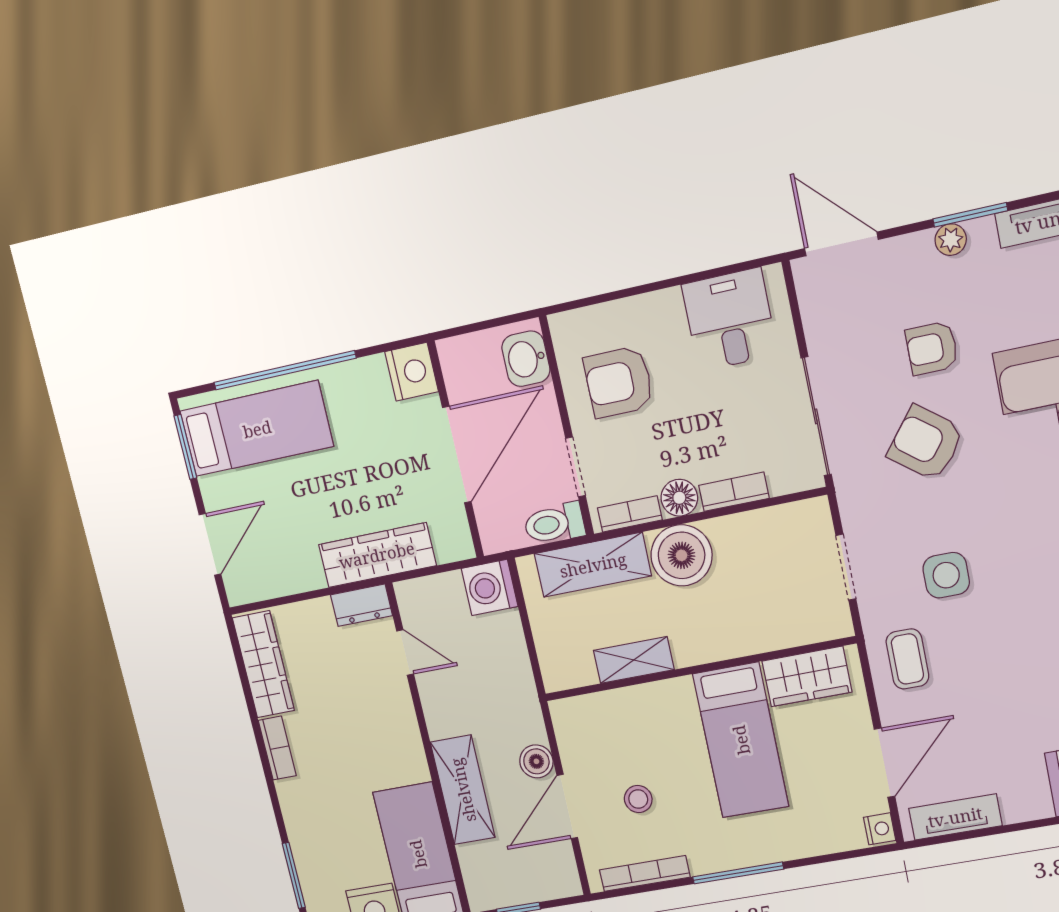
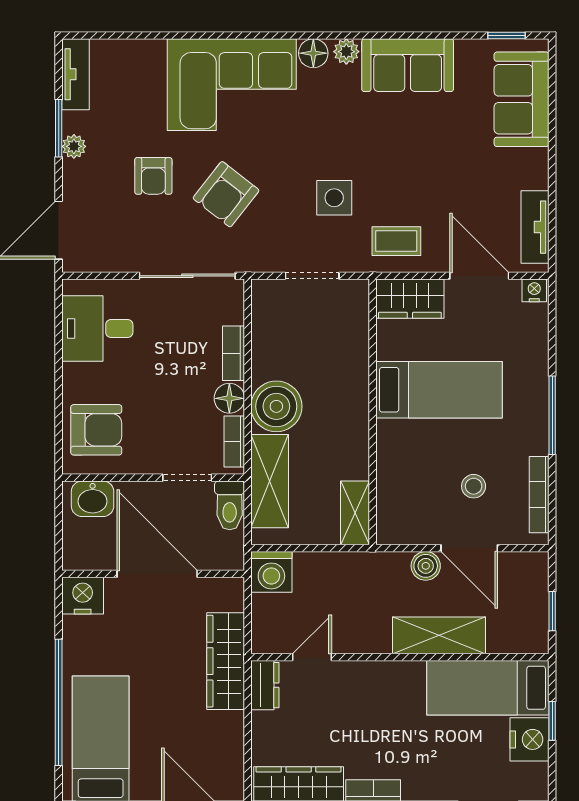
armchair: (619, 382) -> (96, 430), moved, turned -90
shelving: (634, 660) -> (355, 513), moved
wardrobe: (807, 677) -> (410, 299), moved, turned 90

